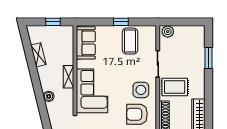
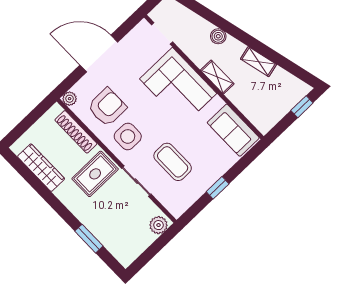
window: (53, 22) -> (302, 107), moved
coffee table: (130, 41) -> (173, 162), moved
shelving: (38, 55) -> (258, 62), moved

